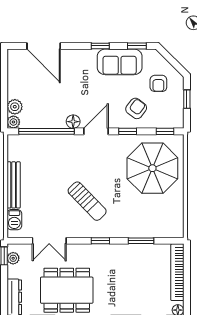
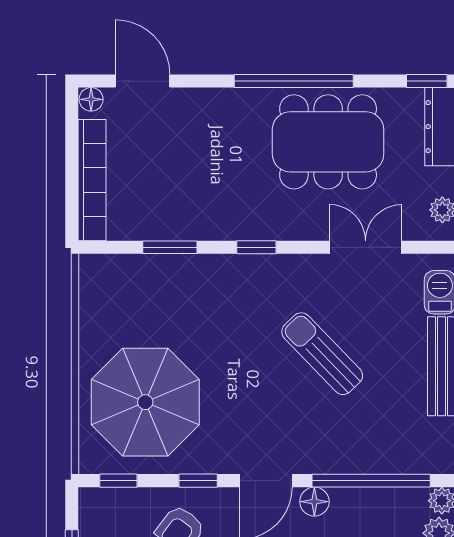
sun lounger: (87, 201) -> (322, 354), moved

